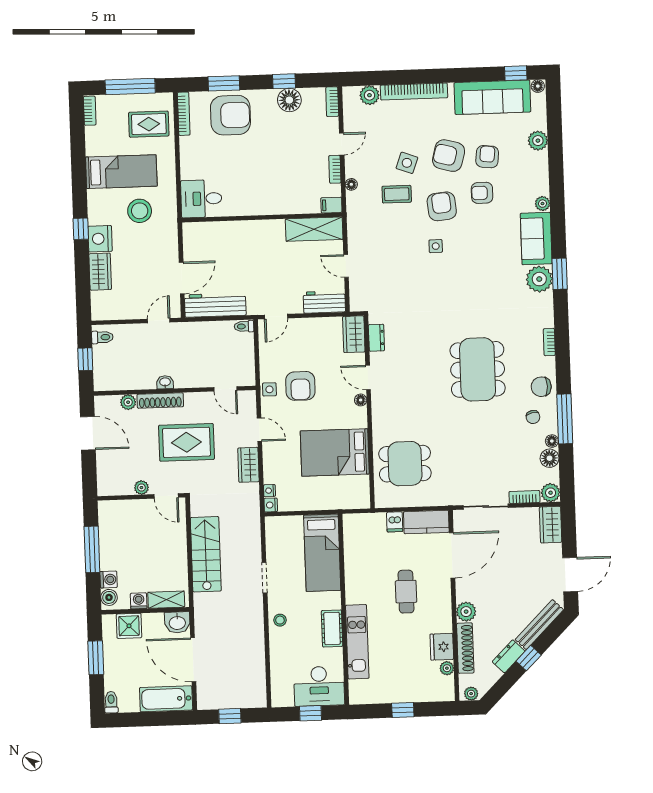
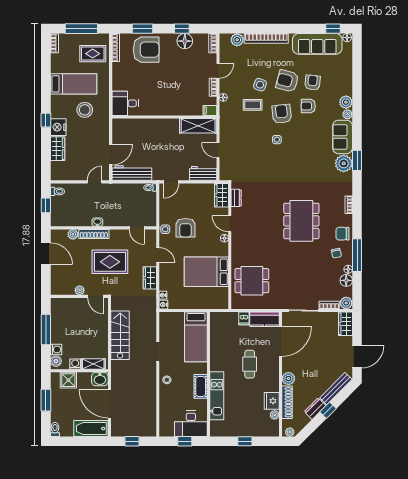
plant: (538, 141) -> (346, 102), moved

